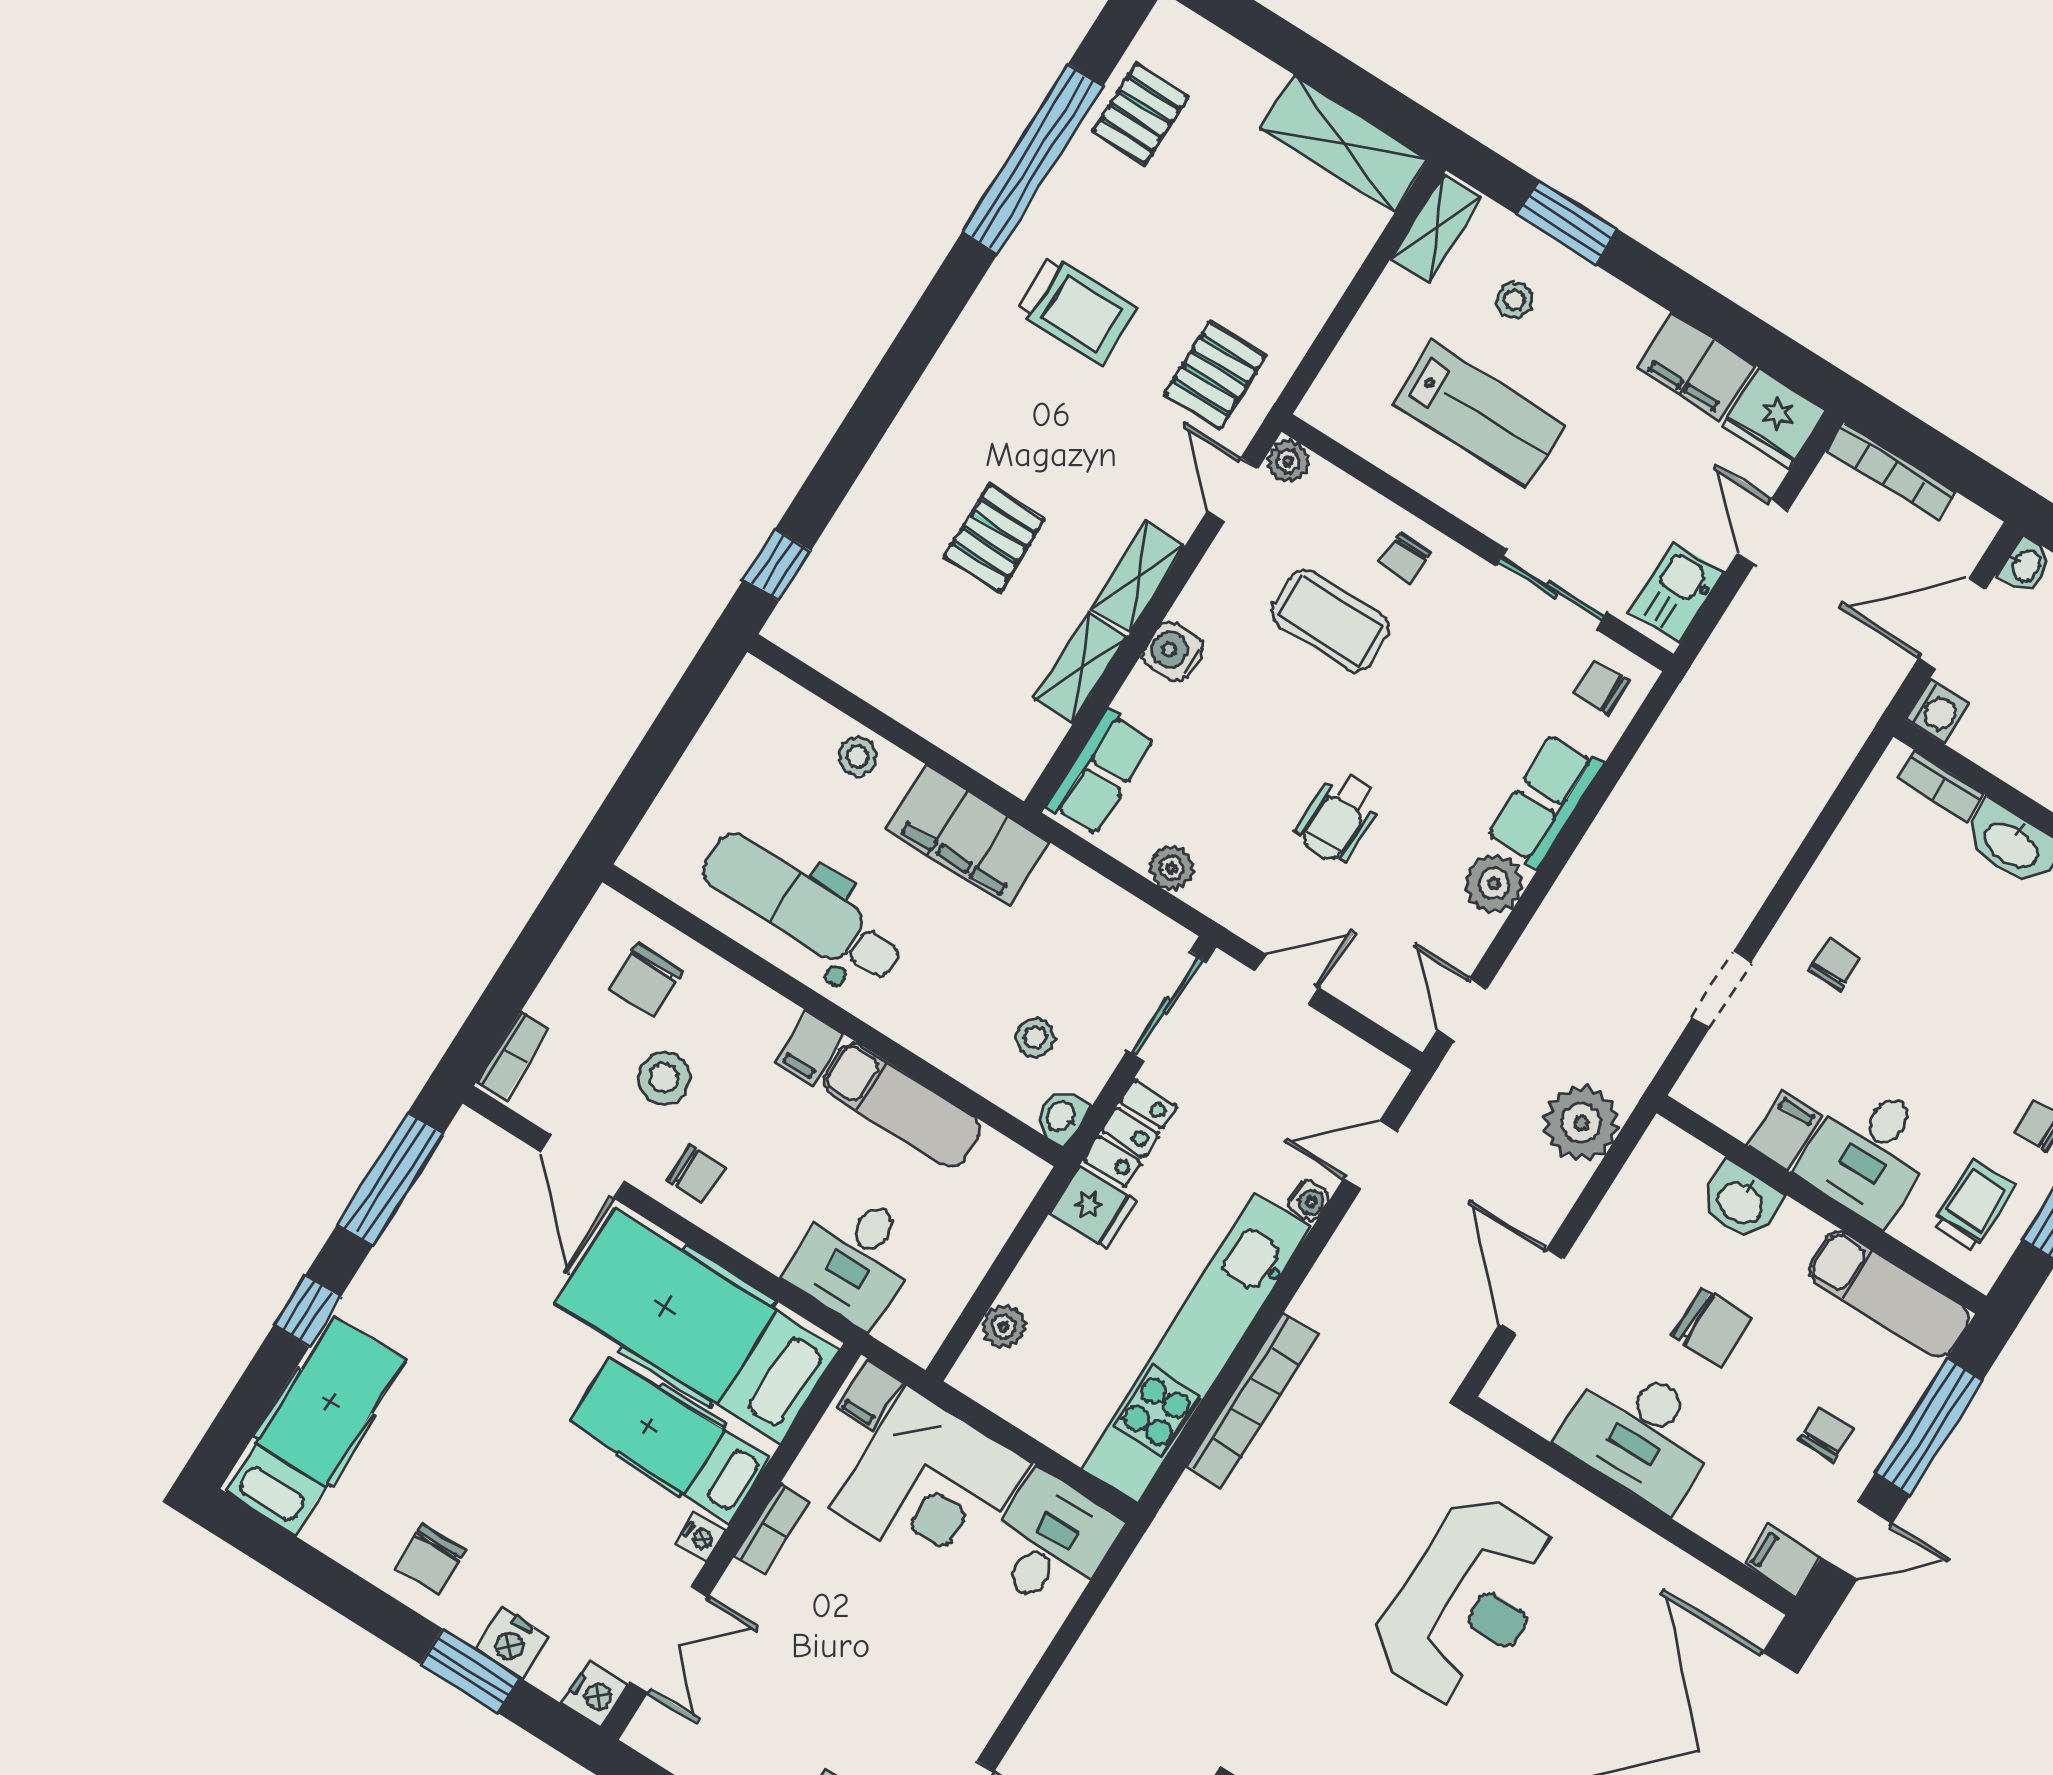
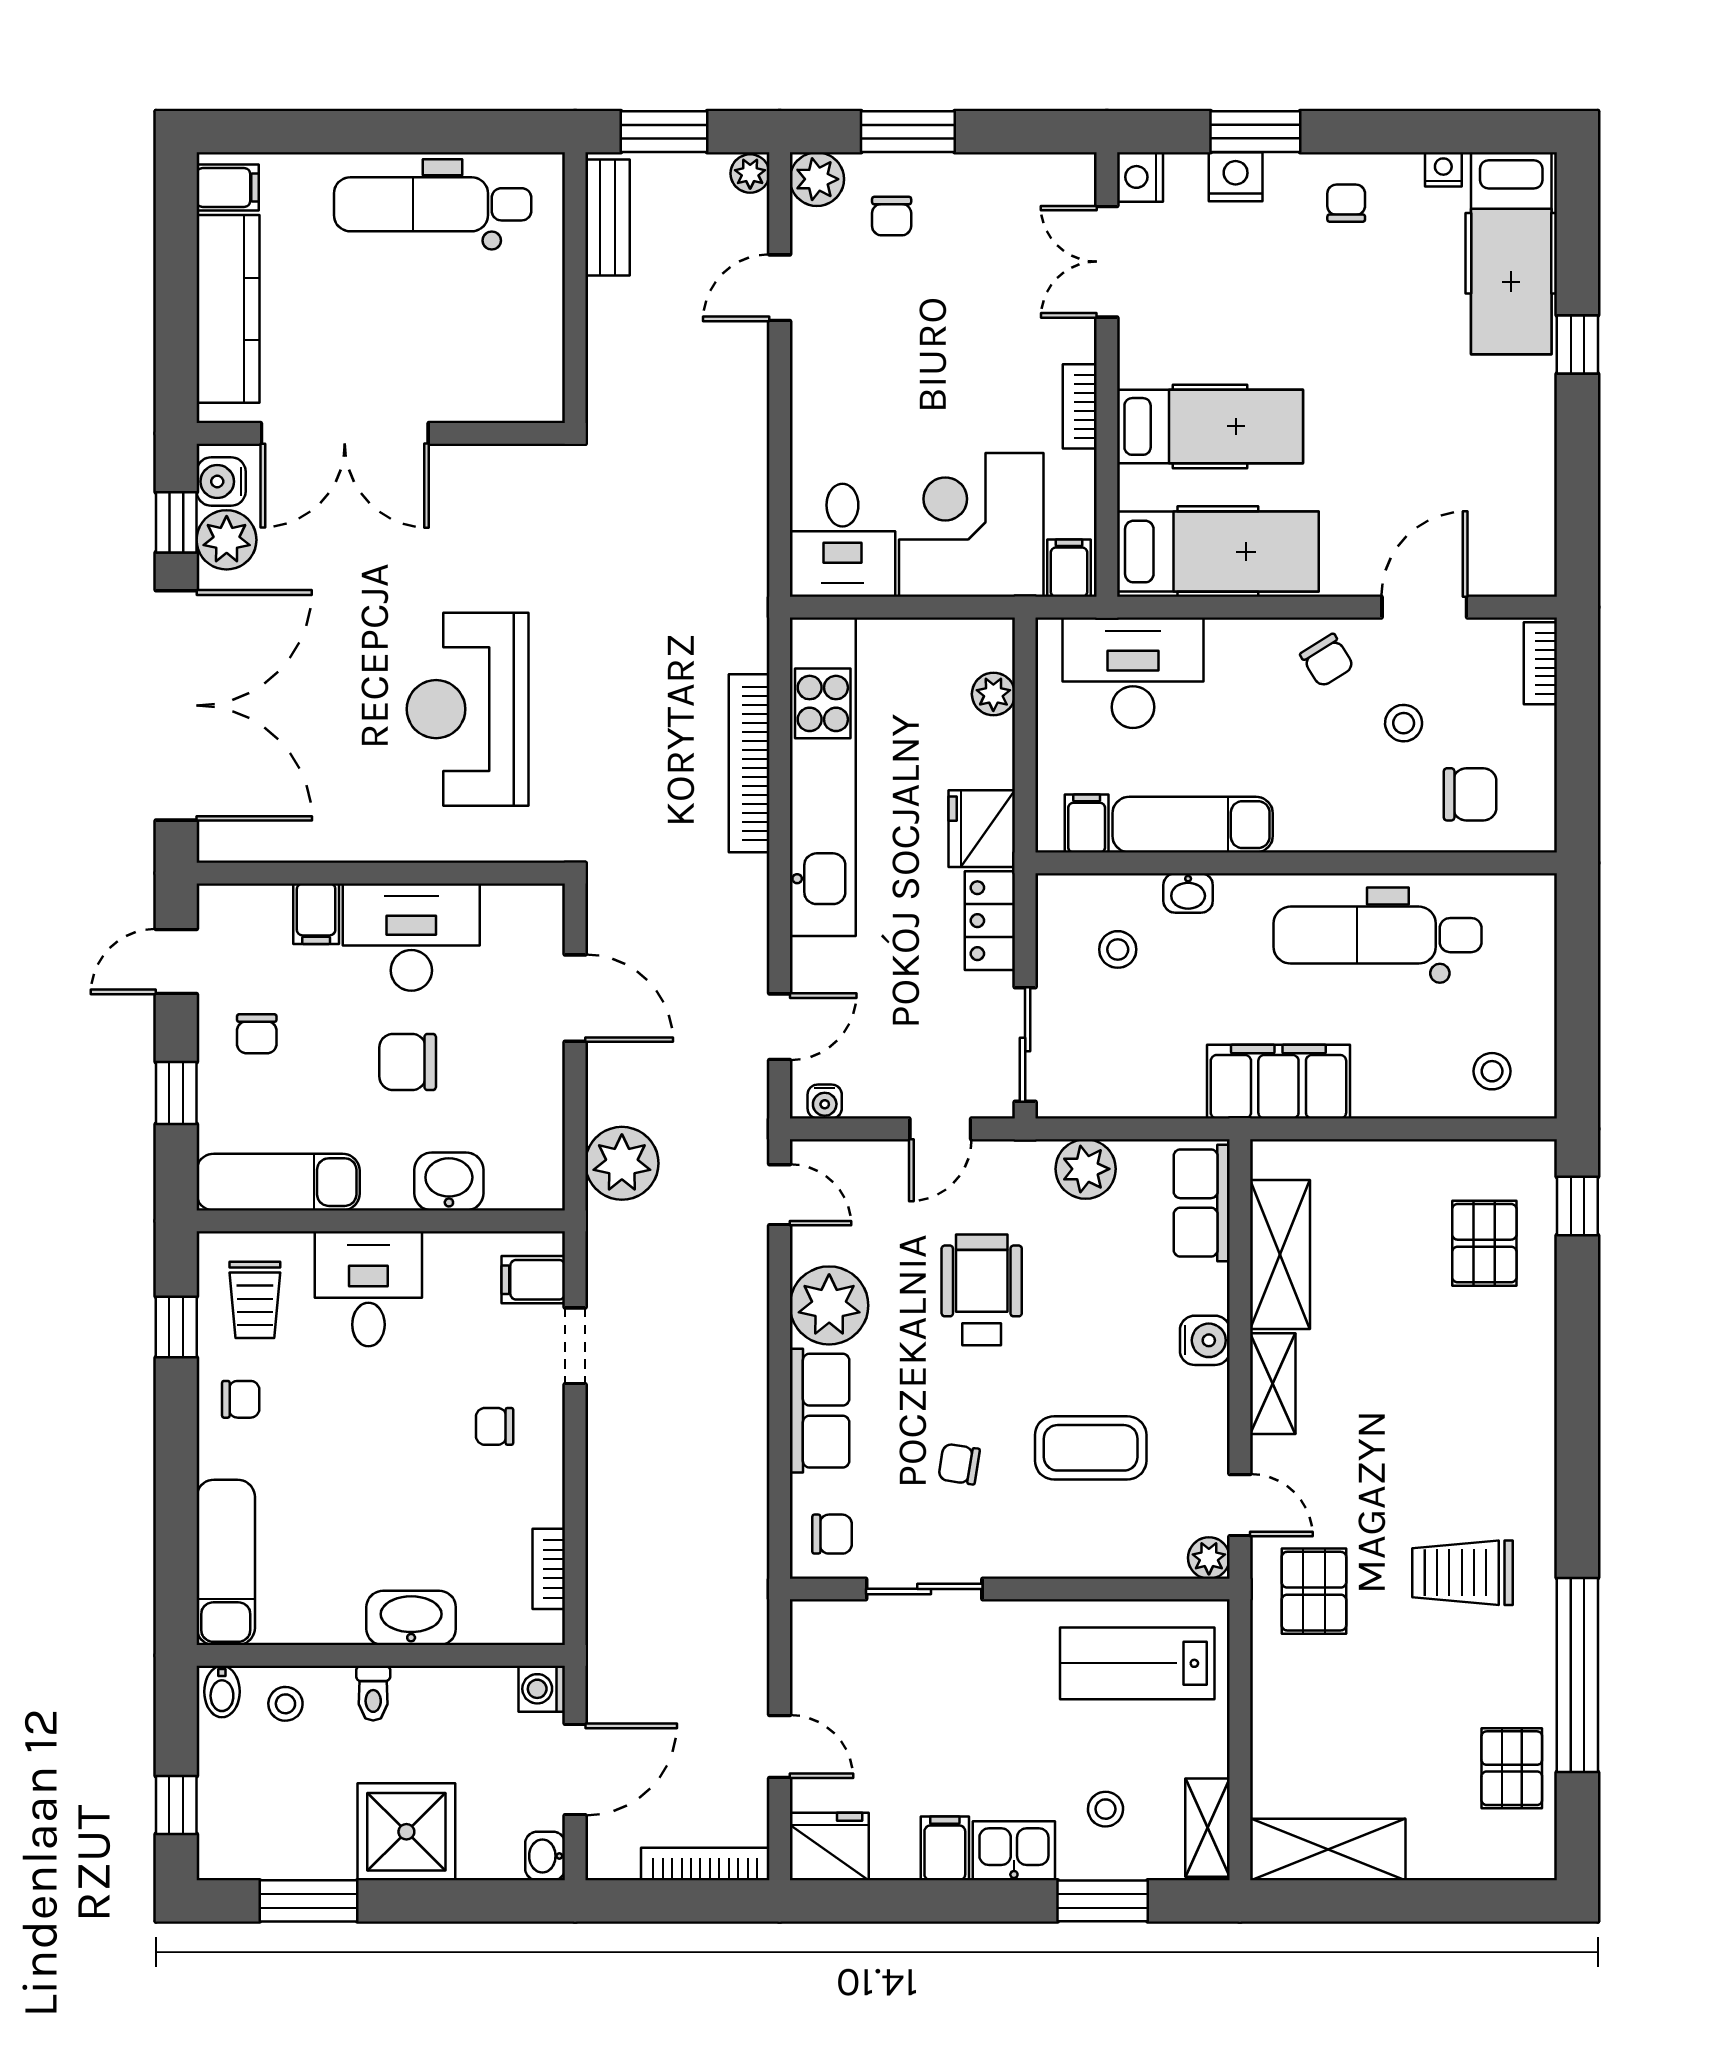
filing cabinet: (1696, 367) -> (945, 1848), width x0.50
lab bench: (1479, 414) -> (1137, 1663), moved
pallet: (995, 538) -> (1484, 1243), moved
chair: (1405, 558) -> (959, 1464), moved, turned -81
kitchen sink: (1676, 592) -> (1014, 1851), moved, turned -90
shelving: (1081, 668) -> (1280, 1254), width x1.50, depth x1.33
stool: (858, 757) -> (1492, 1071), moved
bookcase: (1941, 786) -> (549, 1569), moved, turned -90
wheelchair: (1339, 817) -> (982, 1290), width x1.36, depth x1.37
plant: (1171, 868) -> (1086, 1169), width x1.38, depth x1.38
plant: (1494, 884) -> (829, 1305), width x1.36, depth x1.36
dental chair: (802, 909) -> (1377, 935), turned 180
chair: (1835, 965) -> (495, 1426), turned 90
chair: (646, 980) -> (1470, 794), turned 90
filing cabinet: (810, 1048) -> (1087, 824), moved
stool: (664, 1078) -> (1404, 723), width x0.73, depth x0.73
washbasin: (1061, 1117) -> (1188, 893), moved, turned 90
filing cabinet: (1784, 1131) -> (533, 1280), moved, turned 90
door: (583, 1167) -> (1424, 607), hinge flipped
chair: (696, 1174) -> (1327, 660), turned -122
window: (390, 1179) -> (1577, 497), removed
water cooler: (1309, 1201) -> (825, 1102), moved, turned -90
fridge: (1093, 1207) -> (982, 829), width x1.38
desk: (855, 1259) -> (1133, 673), width x1.37
hospital bed: (697, 1326) -> (1218, 552), width x0.73, depth x0.78
window: (1929, 1427) -> (176, 1093), width x0.46
nightstand: (701, 1537) -> (1443, 169), moved, turned 90
chair: (430, 1559) -> (1346, 203), width x0.73, depth x0.73
filing cabinet: (1783, 1561) -> (316, 914), moved, turned 90

